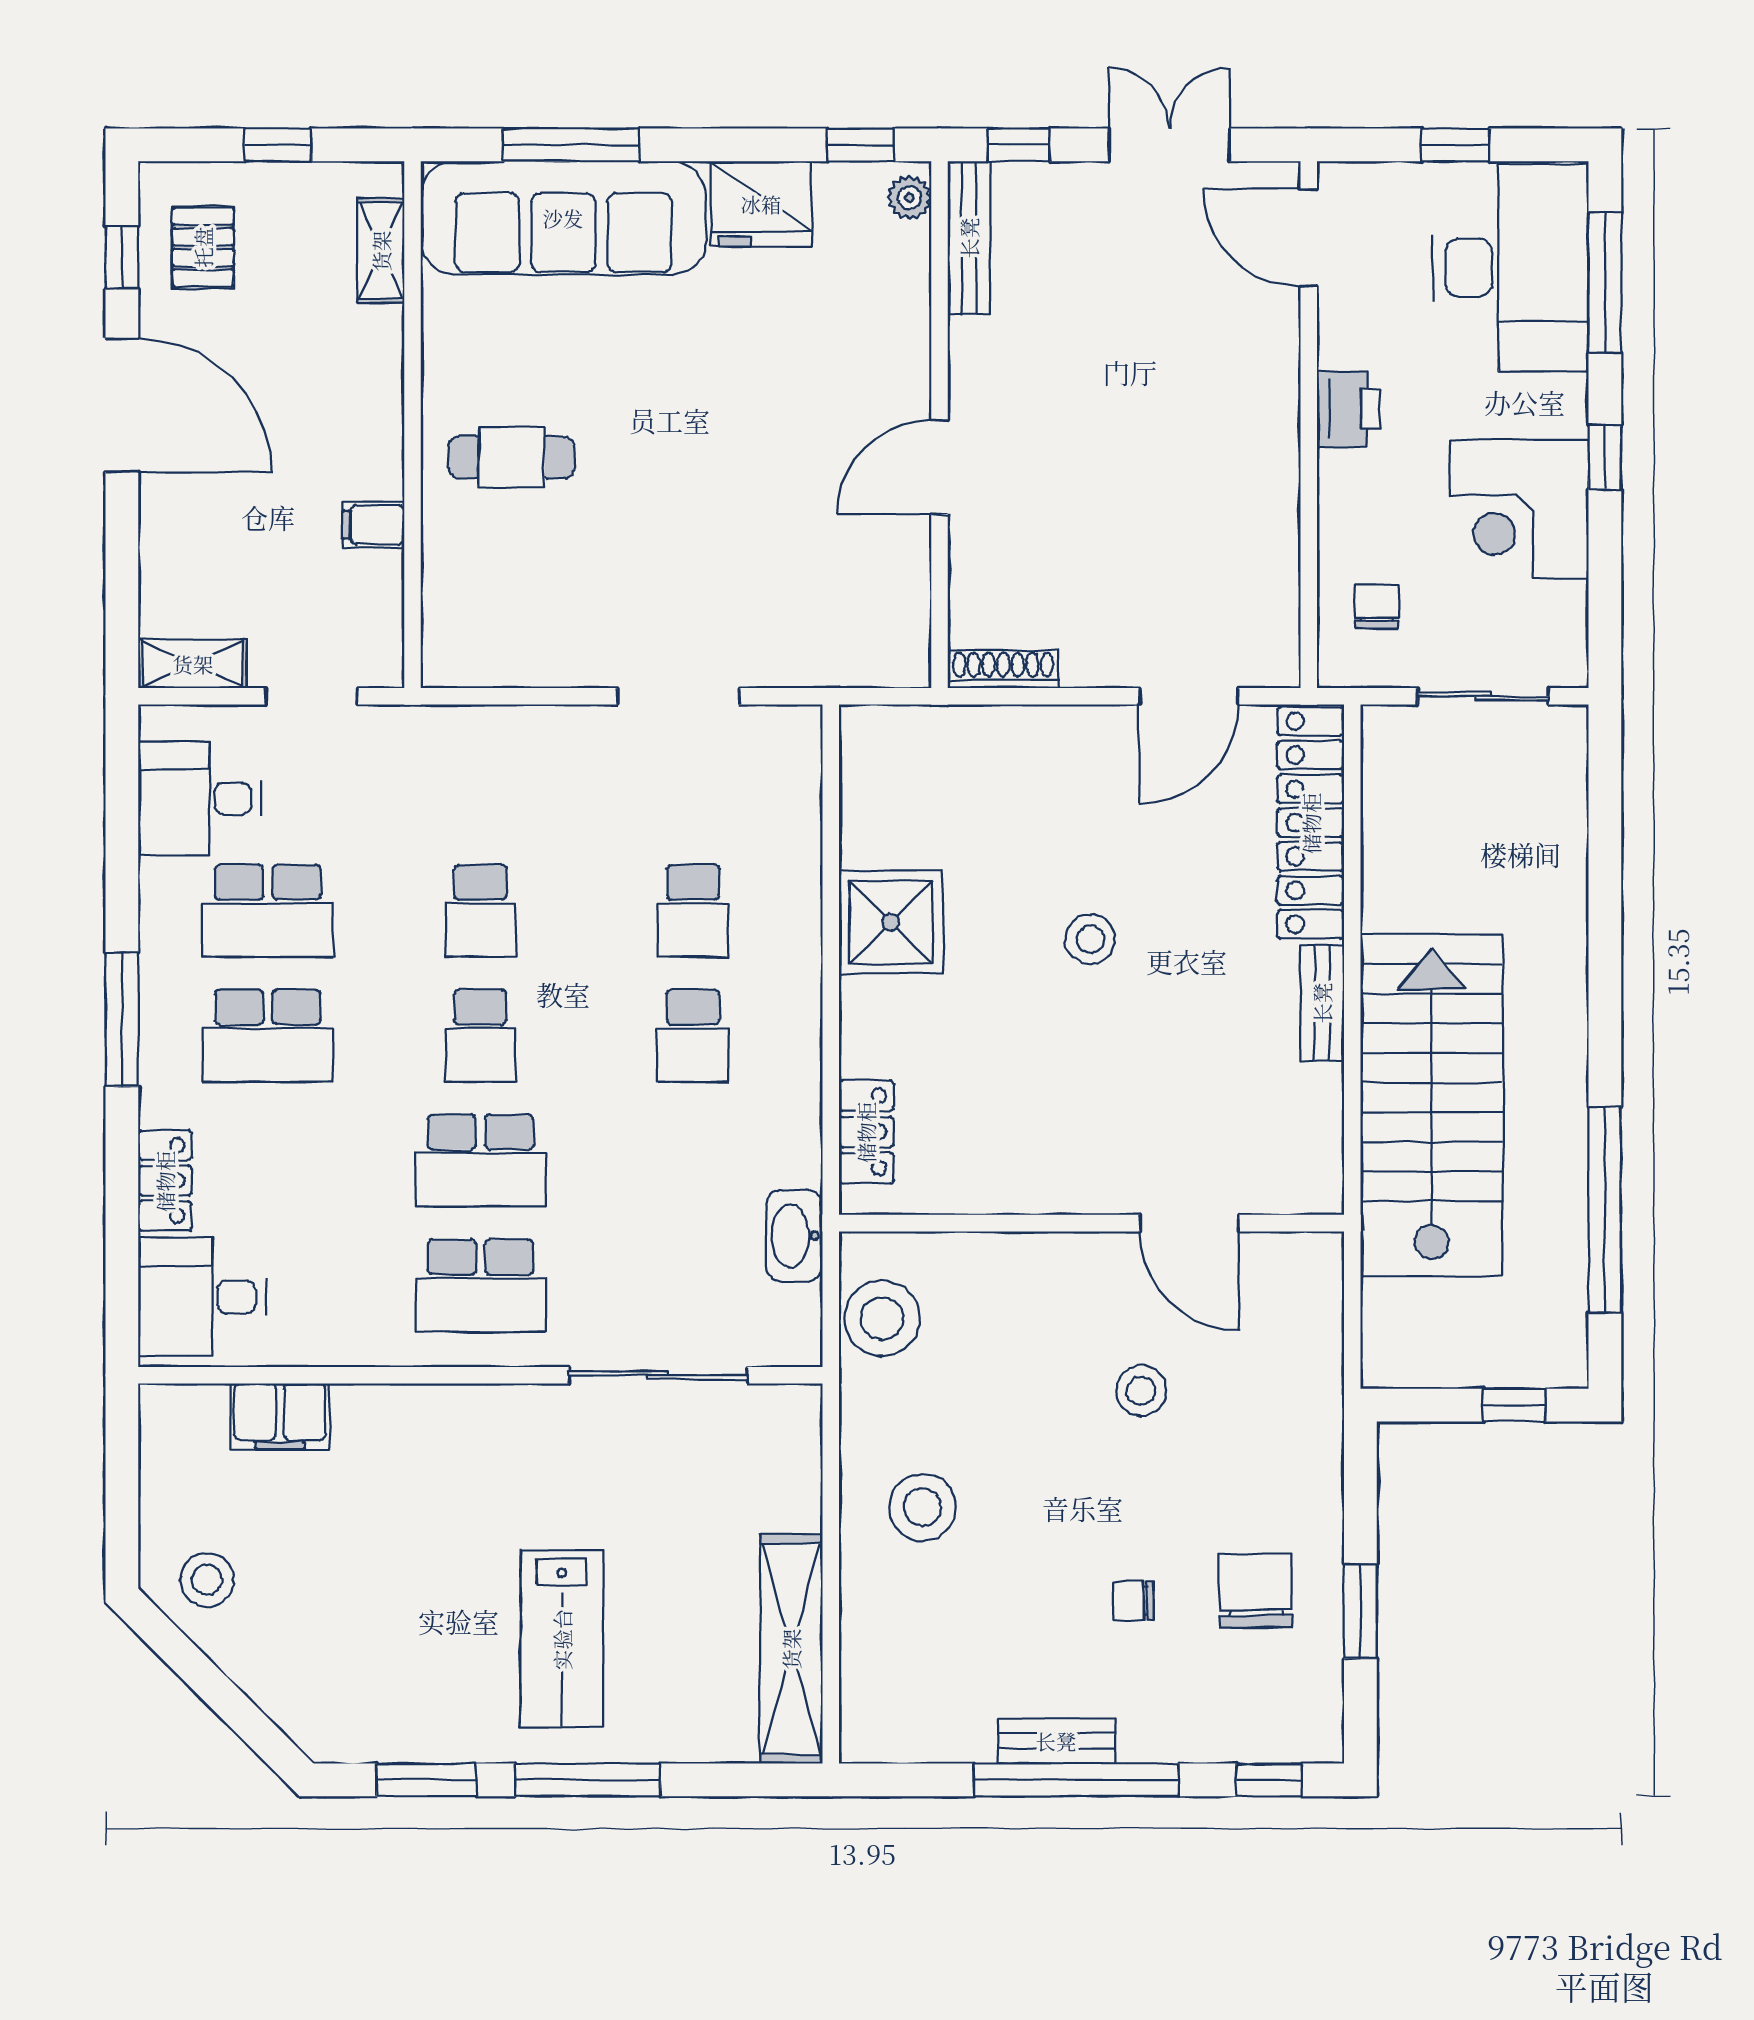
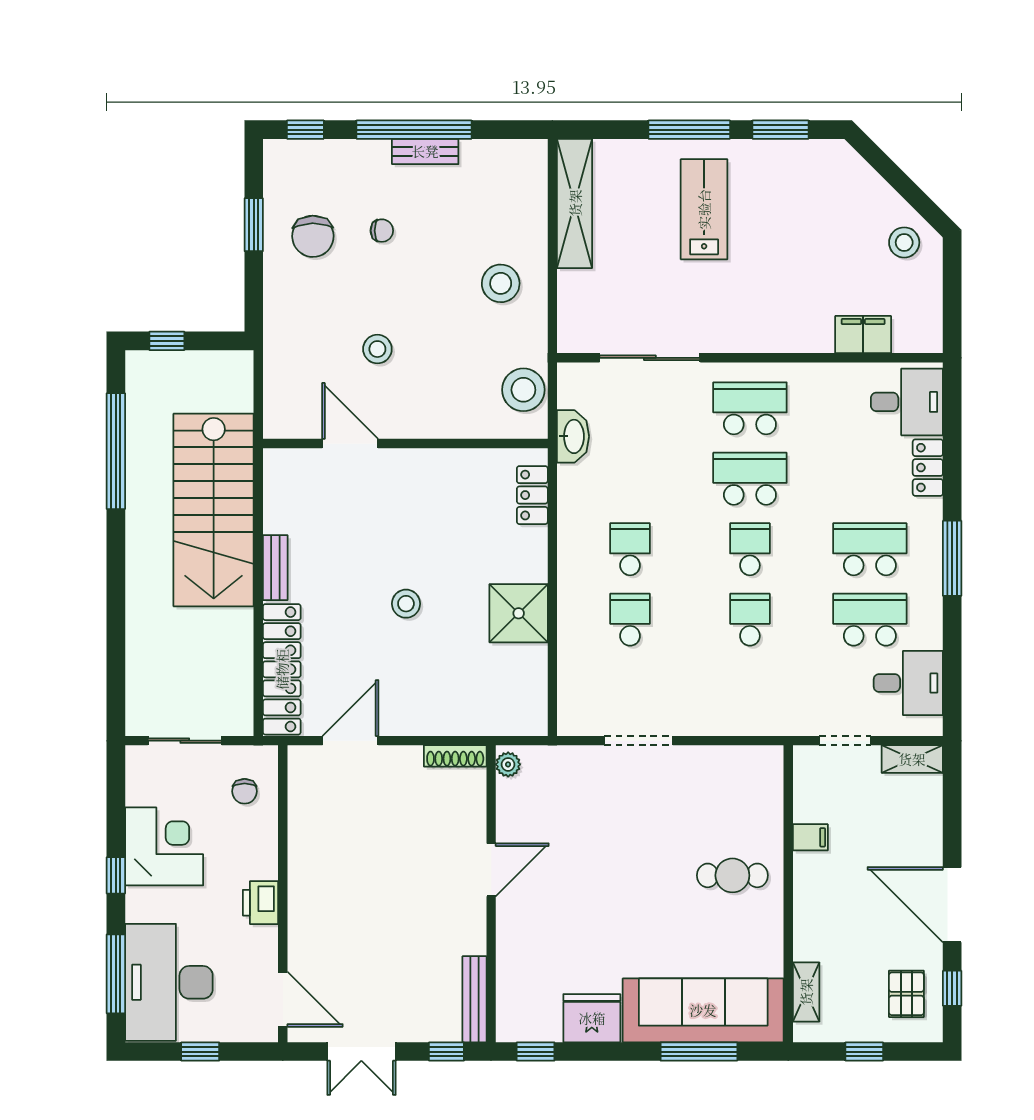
plant: (909, 198) -> (508, 764), moved

